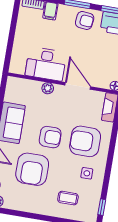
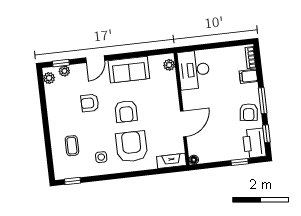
desk: (46, 64) -> (194, 70), moved
plant: (48, 88) -> (169, 65), moved
armchair: (32, 169) -> (90, 103), width x0.53, depth x0.53

